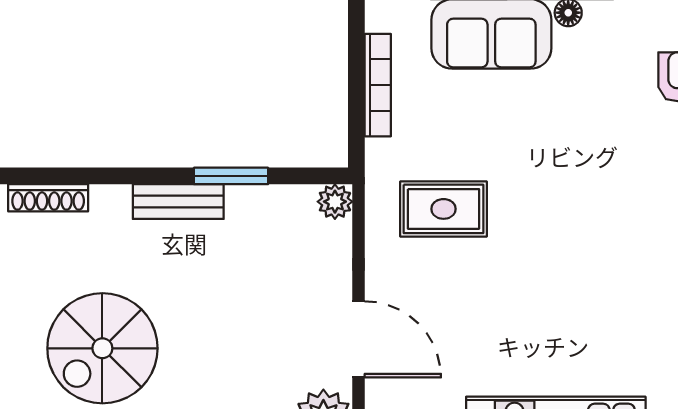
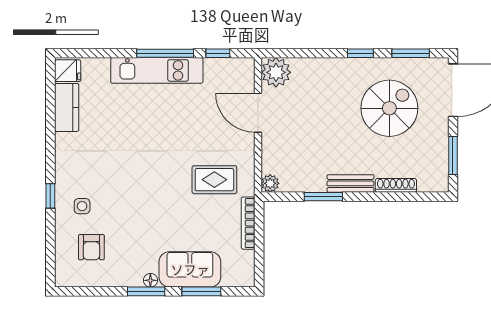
bookcase: (378, 85) -> (248, 223), moved
shoe rack: (48, 198) -> (396, 185), moved

